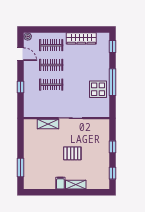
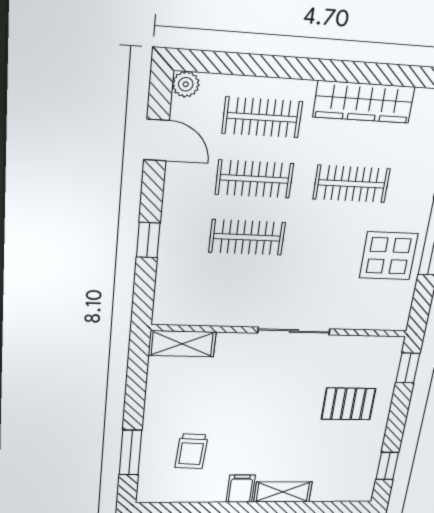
clothes rail: (82, 65) -> (351, 184), added
shelving: (48, 124) -> (182, 344), moved
window: (112, 147) -> (408, 368), moved
pallet: (72, 153) -> (348, 404), moved
trolley: (41, 167) -> (191, 451), added

